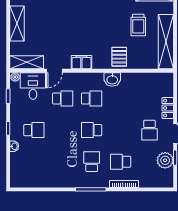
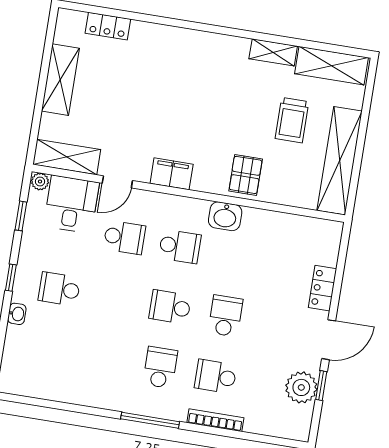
school desk: (34, 130) -> (59, 289), turned 180
school desk: (149, 130) -> (225, 316), moved, turned 180

